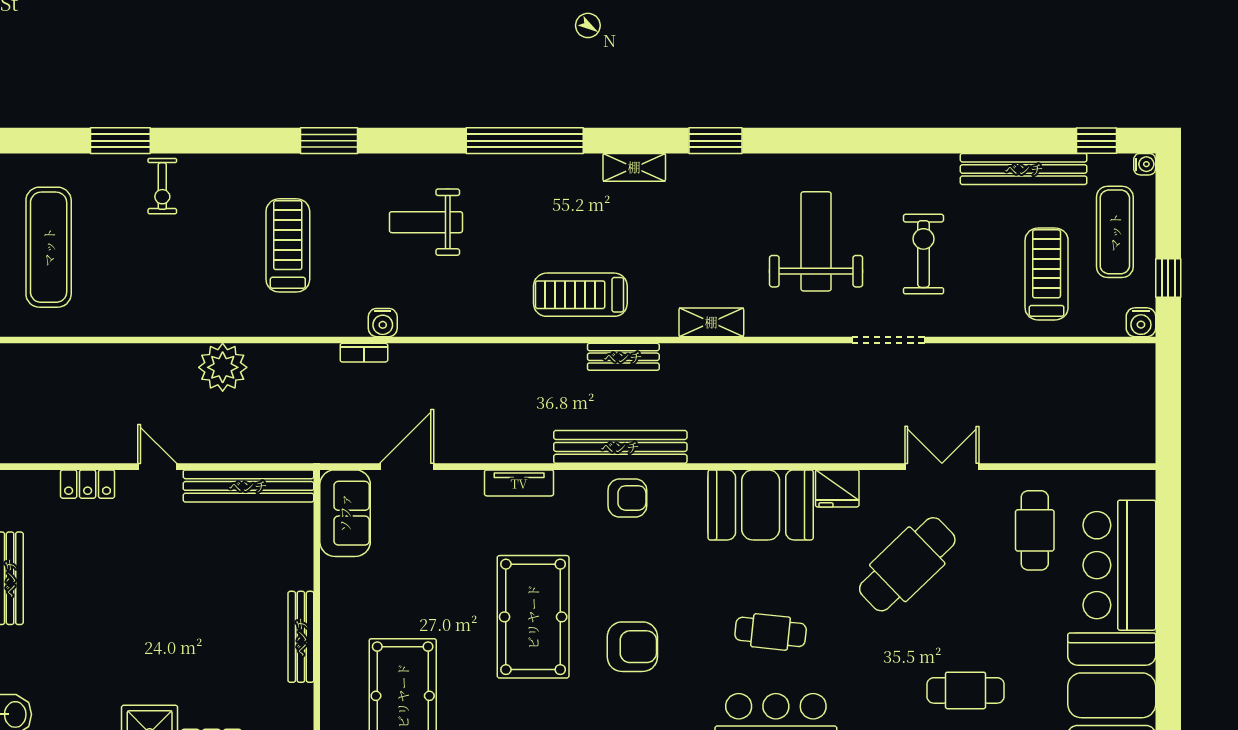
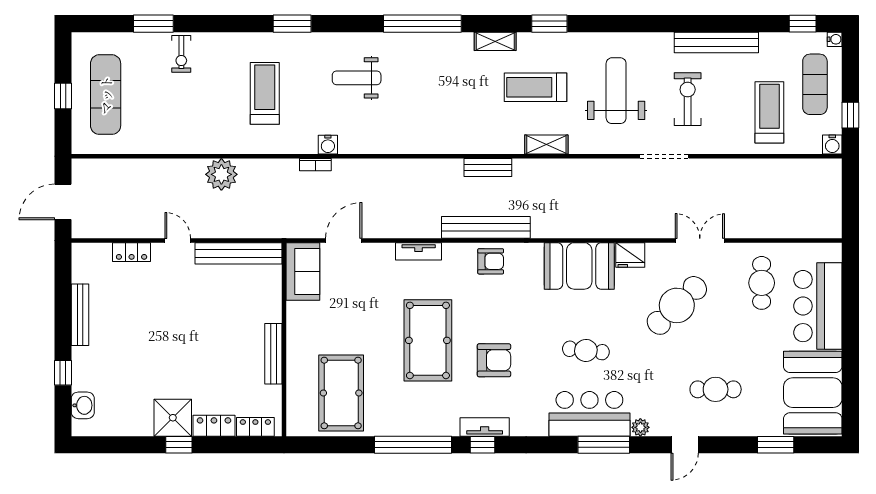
bench: (1024, 169) -> (716, 42), moved
treadmill: (580, 295) -> (535, 87), moved

